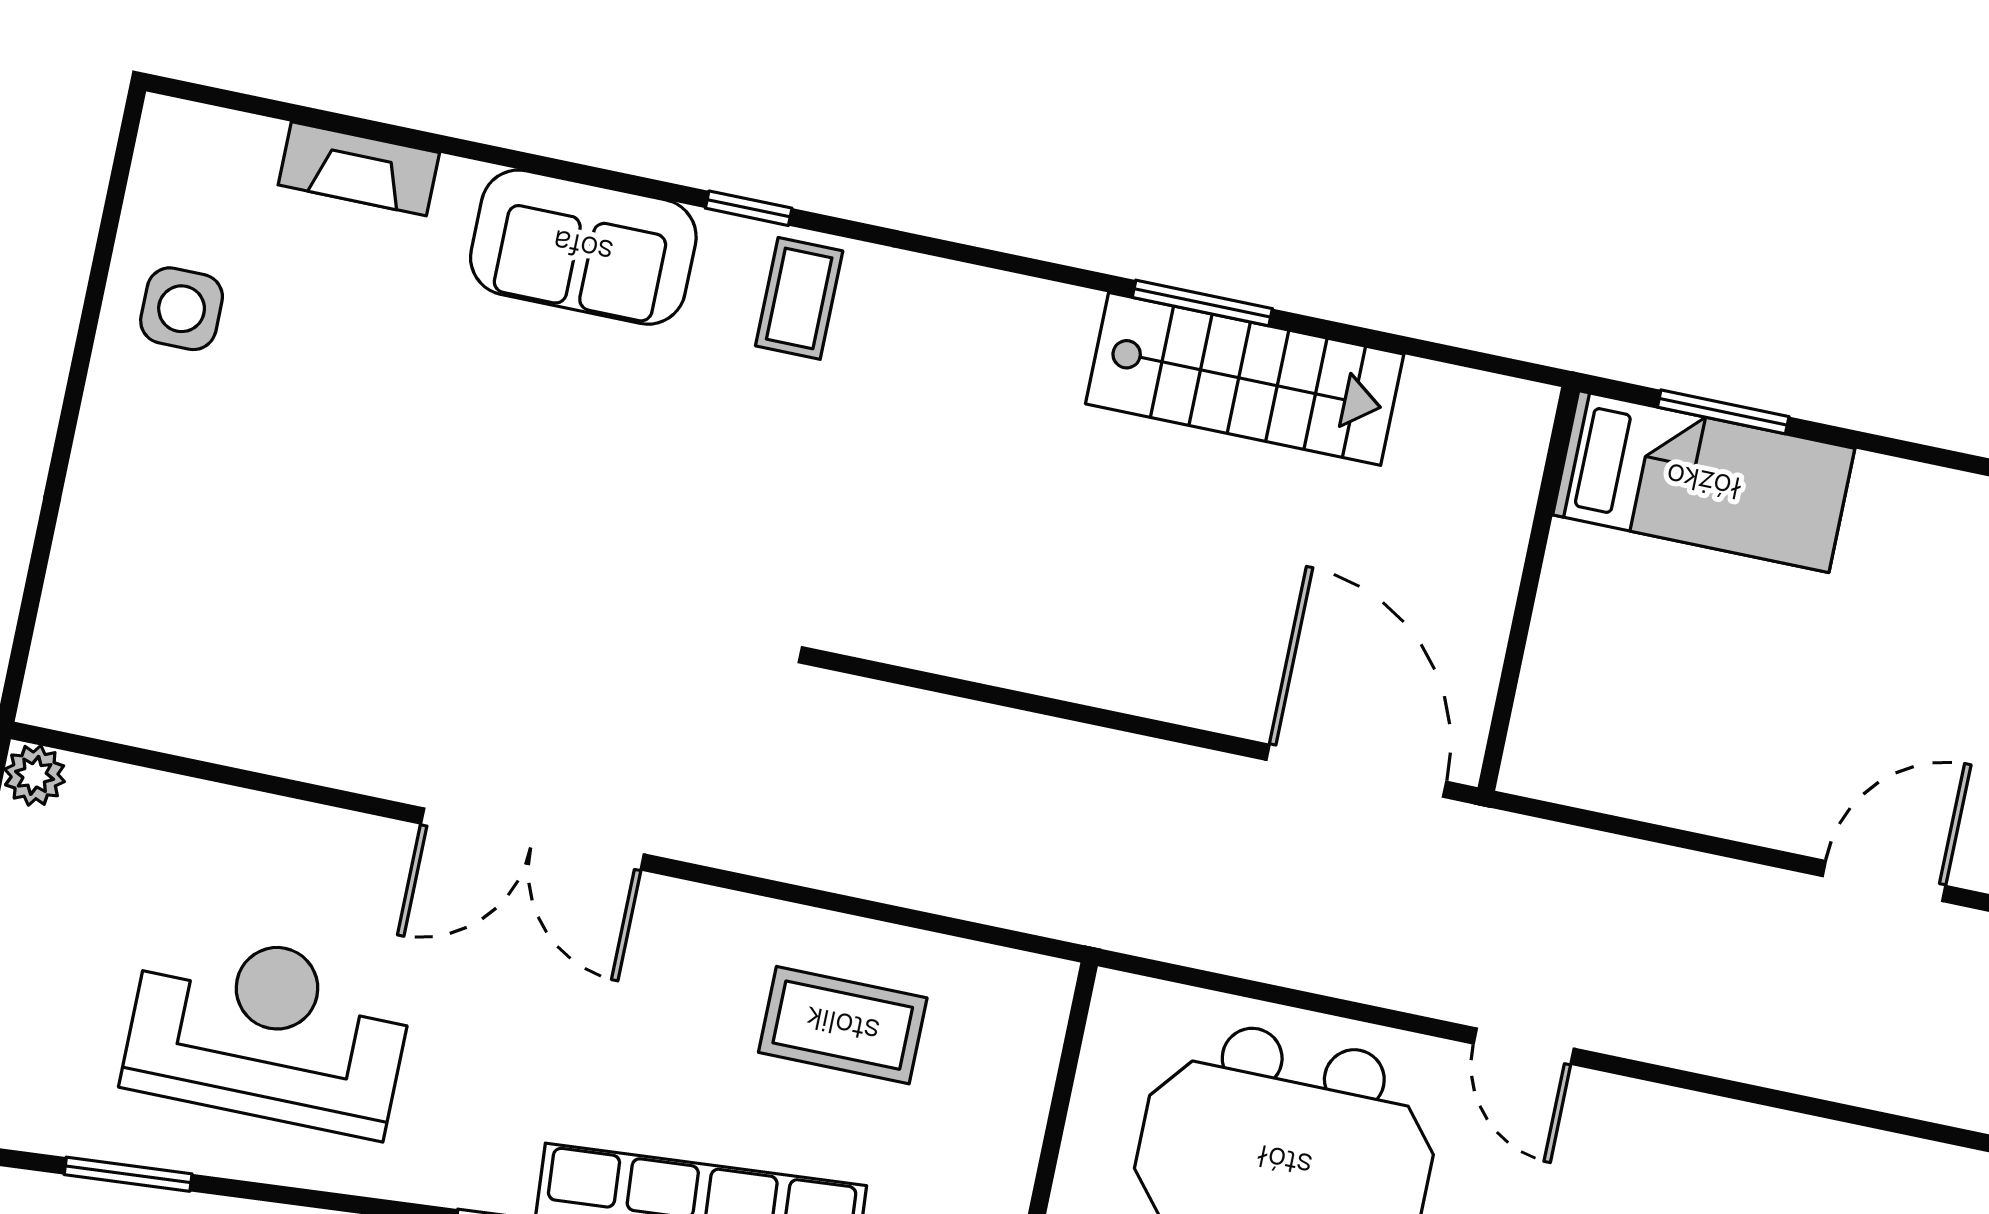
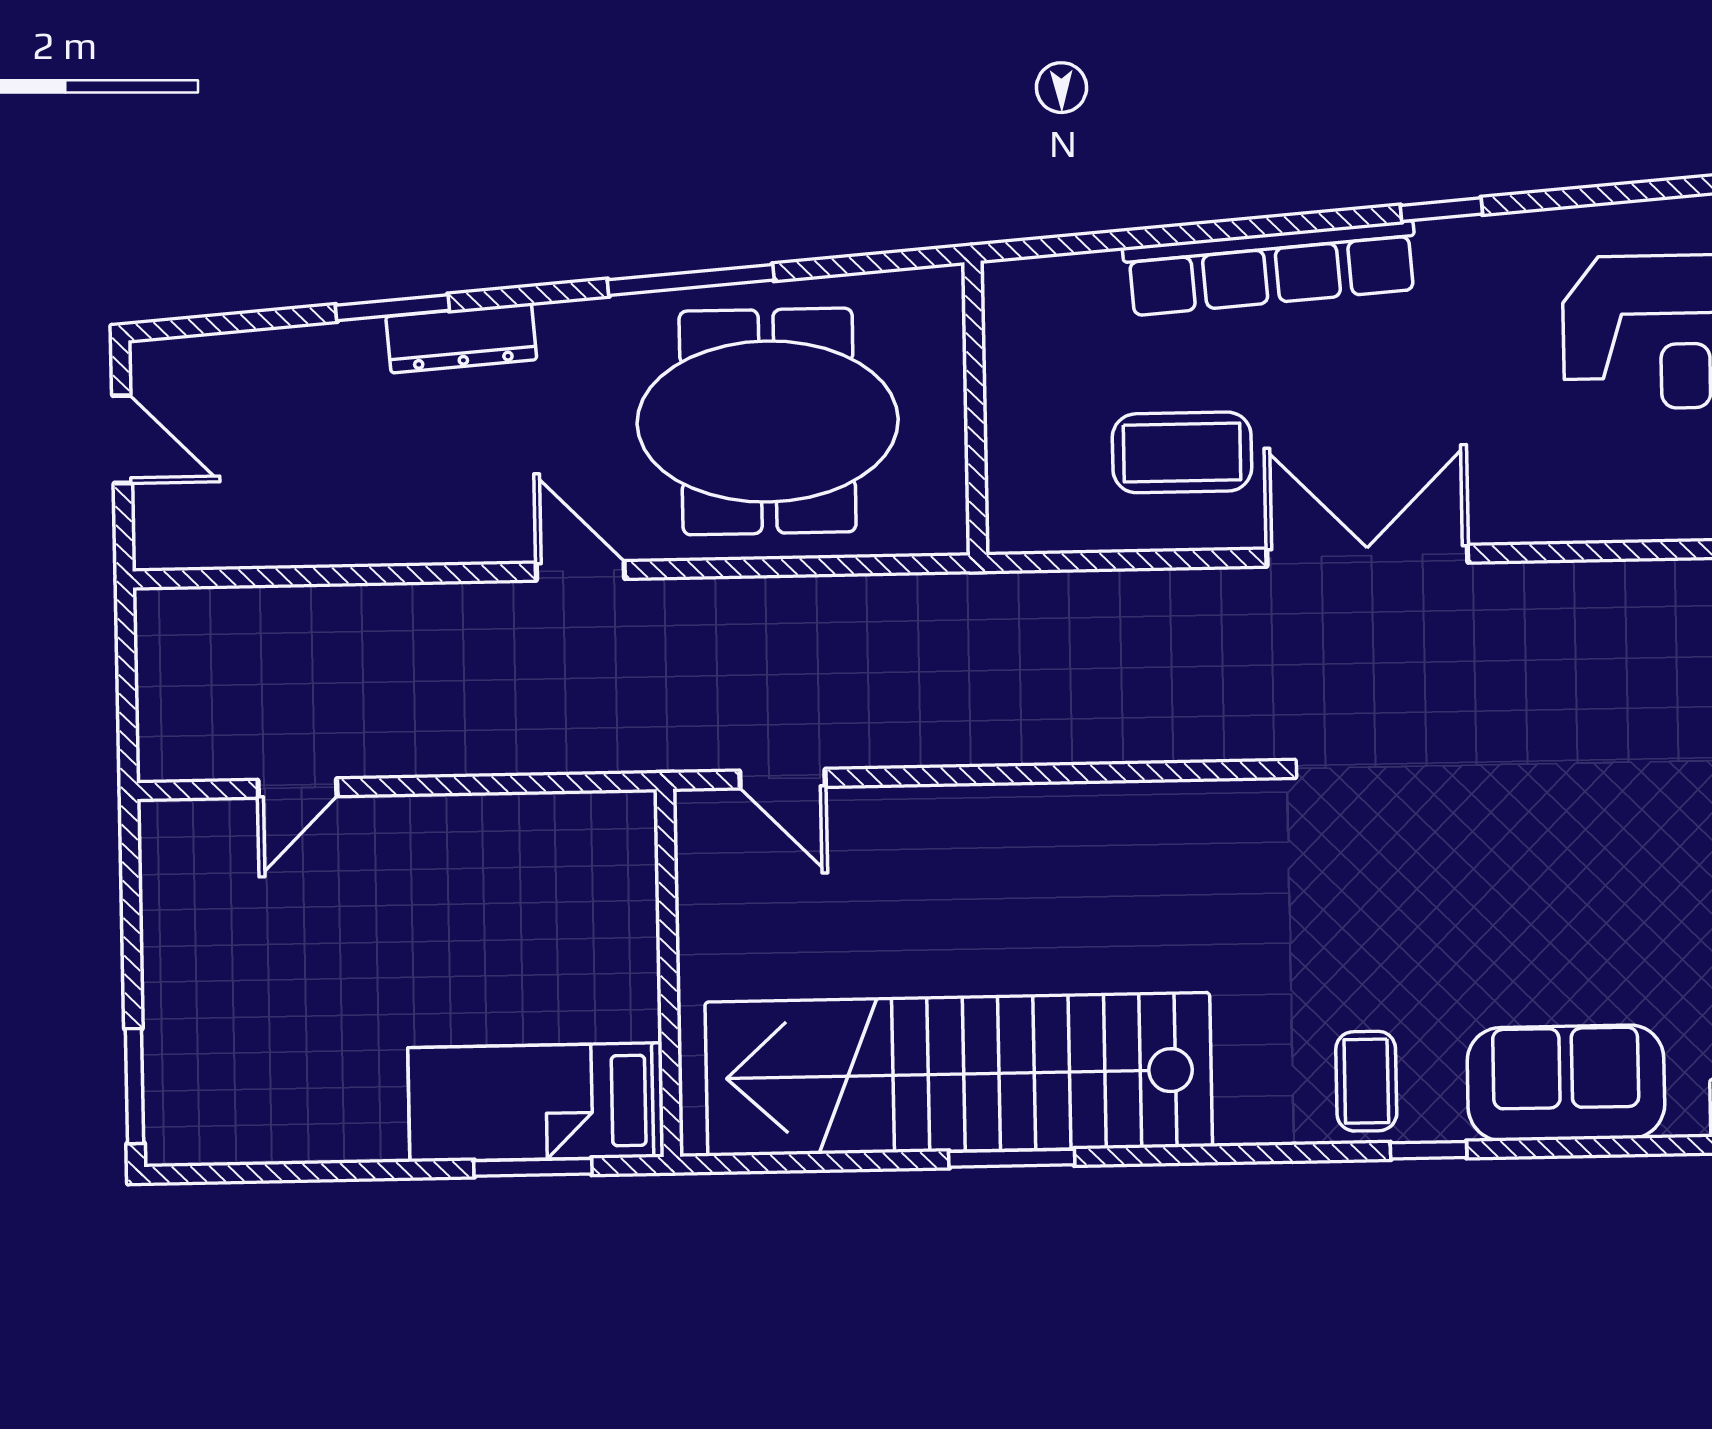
stairs: (1245, 379) -> (959, 1074), width x1.86, depth x1.51
door: (1356, 771) -> (783, 779), width x0.53
double door: (532, 839) -> (1367, 556), moved
door: (1884, 881) -> (297, 788), width x0.73

